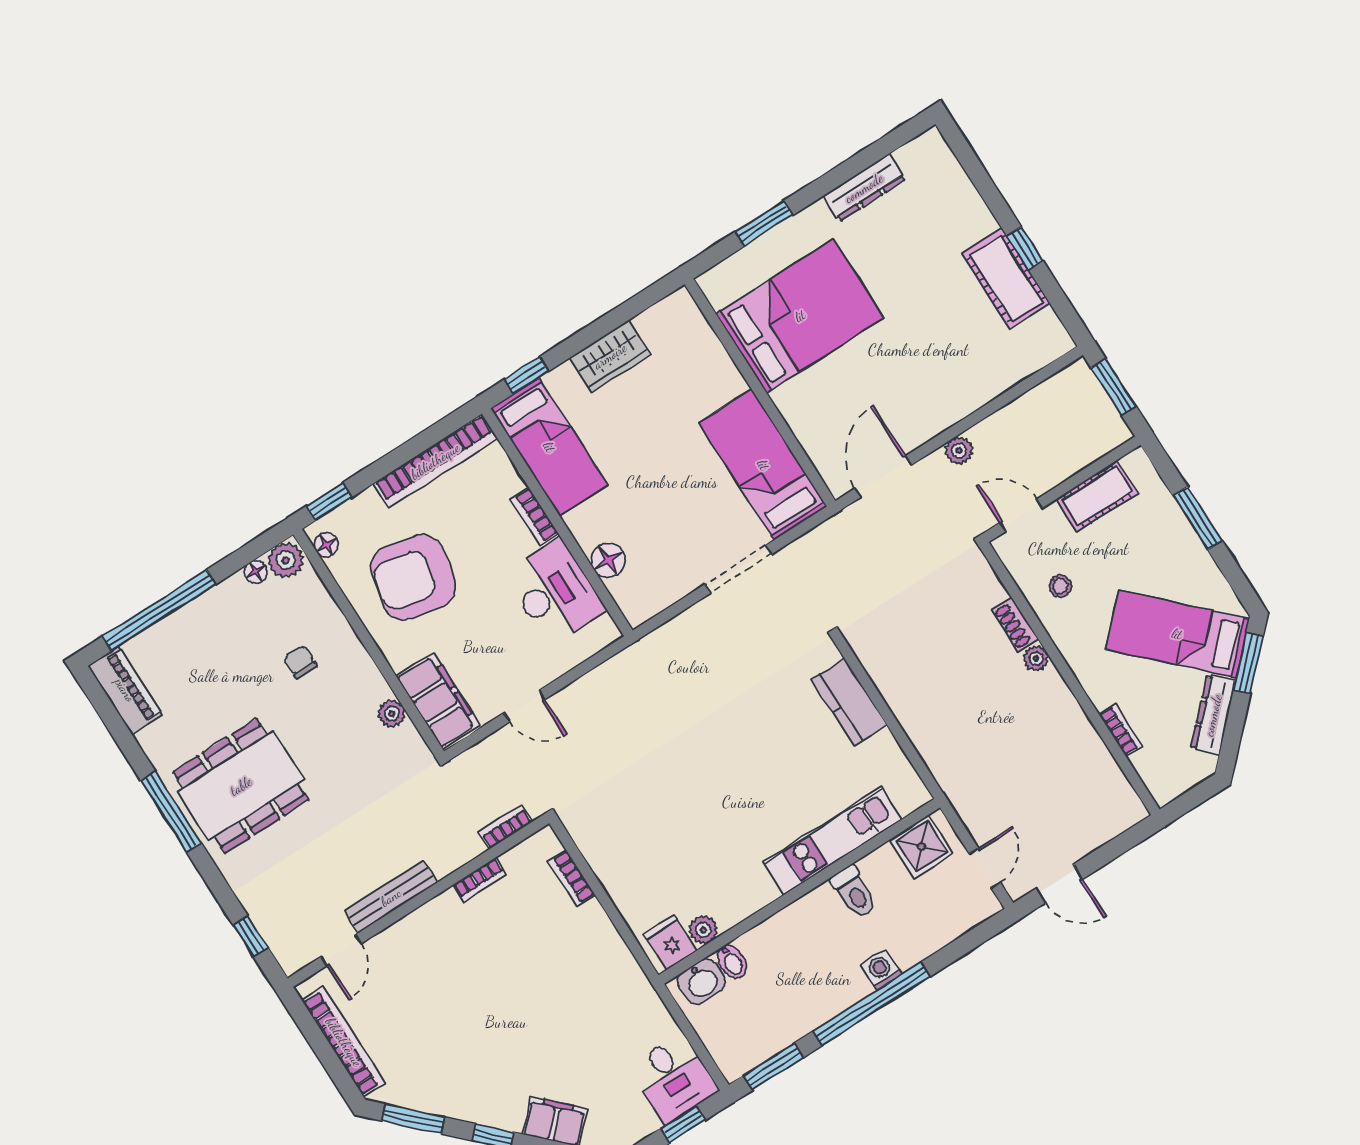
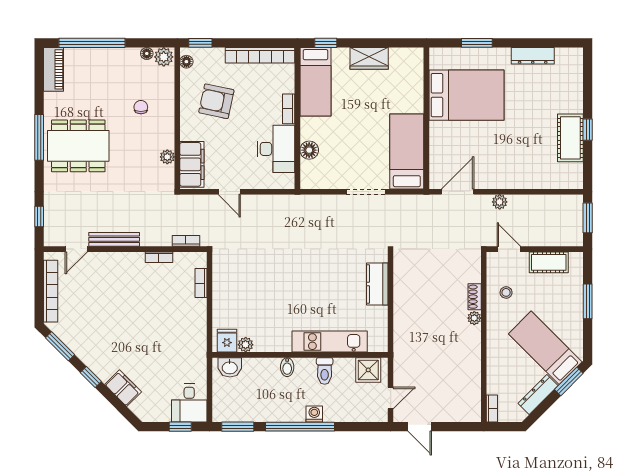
armchair: (413, 577) -> (216, 101), width x0.73, depth x0.73
bookcase: (1121, 730) -> (492, 408), moved
bidet: (732, 962) -> (287, 367), moved

